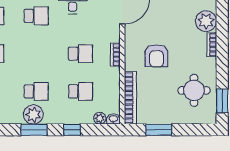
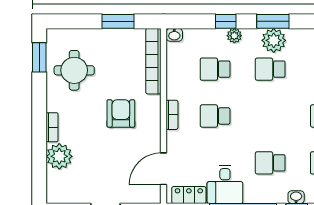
plant: (100, 118) -> (234, 36), moved

